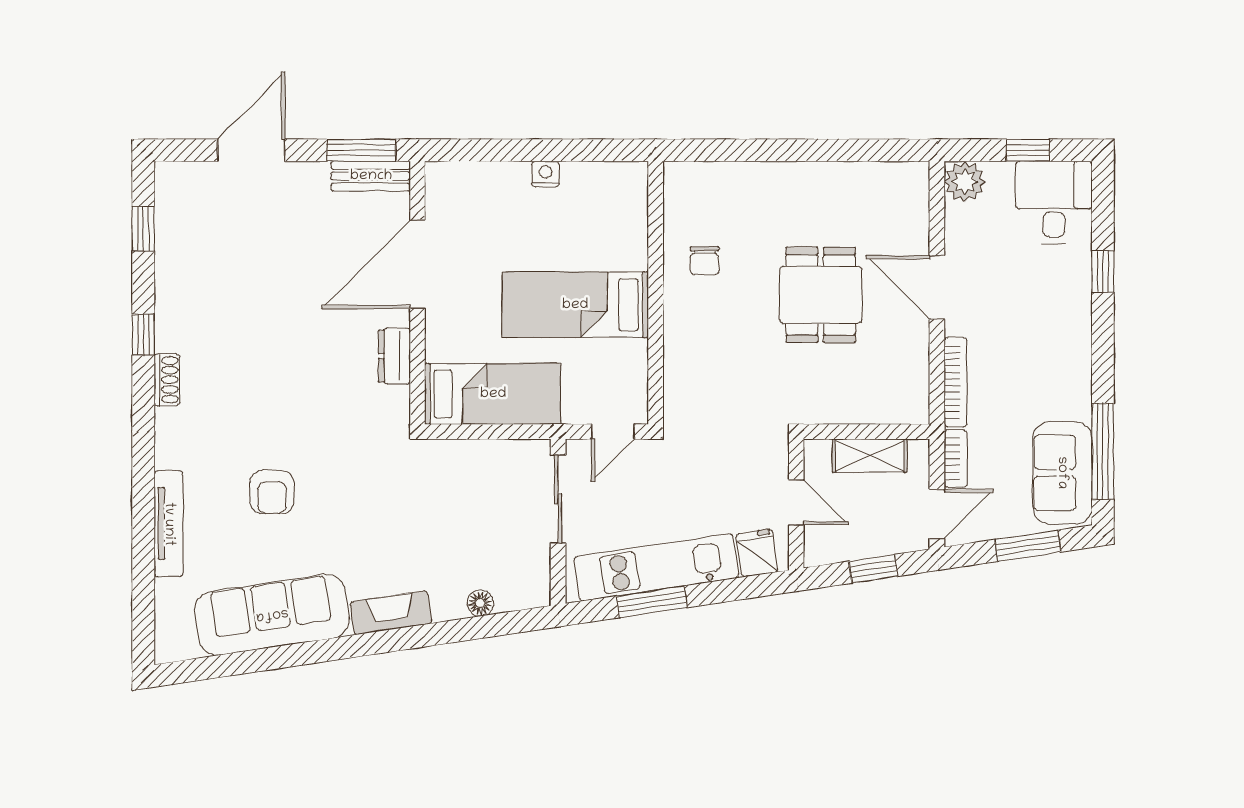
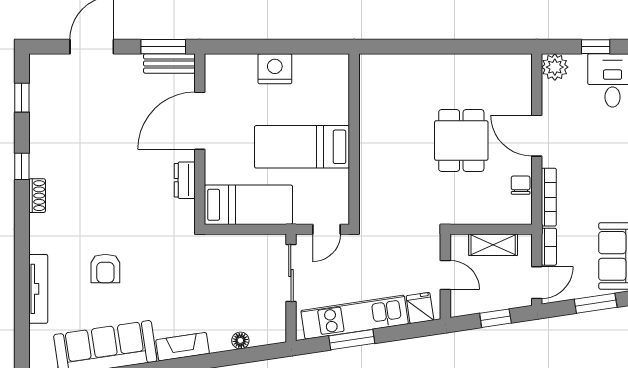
nightstand: (545, 174) -> (275, 69), width x1.89, depth x1.79
chair: (705, 261) -> (521, 185), moved, turned 180

